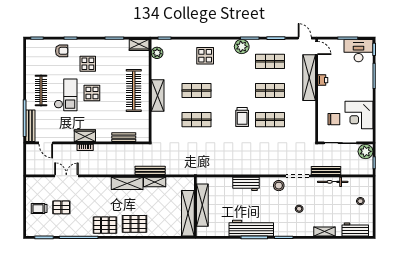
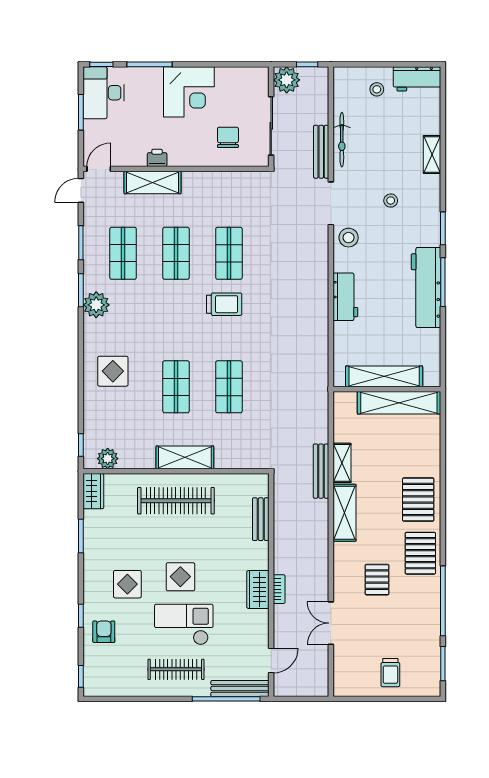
shelving: (309, 78) -> (153, 183), width x0.68
corner desk: (359, 115) -> (189, 92), moved
pallet: (61, 207) -> (377, 580), moved
workbench: (355, 230) -> (417, 79), moved, turned -90

